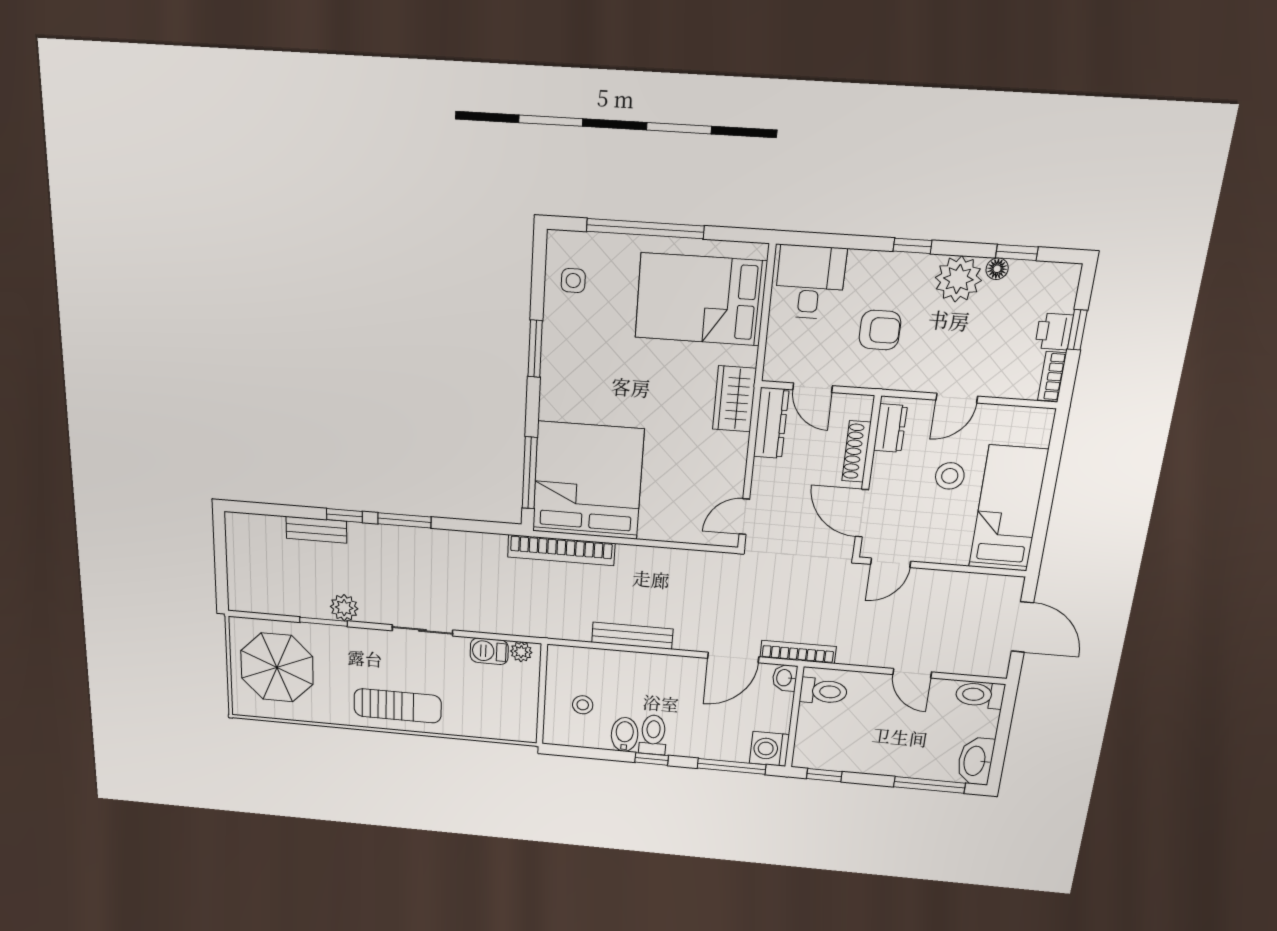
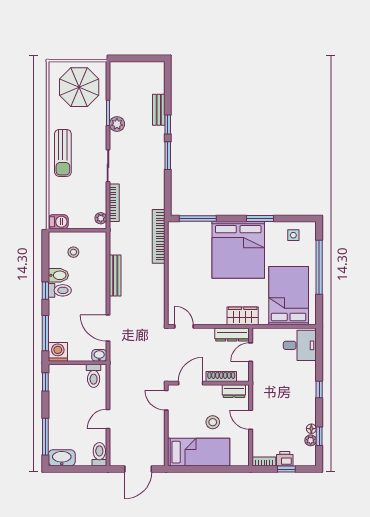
plant: (958, 279) -> (311, 440), moved, width x0.53, depth x0.53
armchair: (880, 330) -> (280, 380), removed
bed: (588, 481) -> (238, 250), moved, turned 90
barbecue: (489, 651) -> (58, 222), moved, turned 90
bookcase: (798, 652) -> (114, 203), moved

